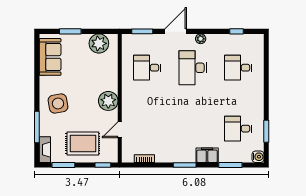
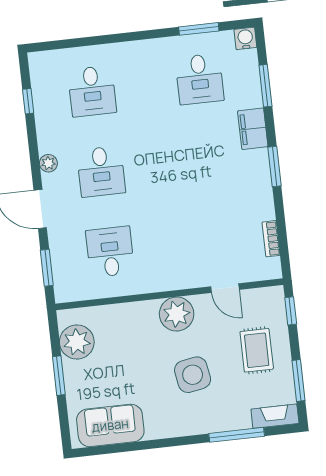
window: (70, 31) -> (59, 376), moved
desk: (147, 68) -> (110, 252), turned 180
desk: (193, 68) -> (101, 171), width x0.73
side table: (58, 103) -> (193, 375), moved
rug: (83, 143) -> (257, 350), width x0.73, depth x0.70

